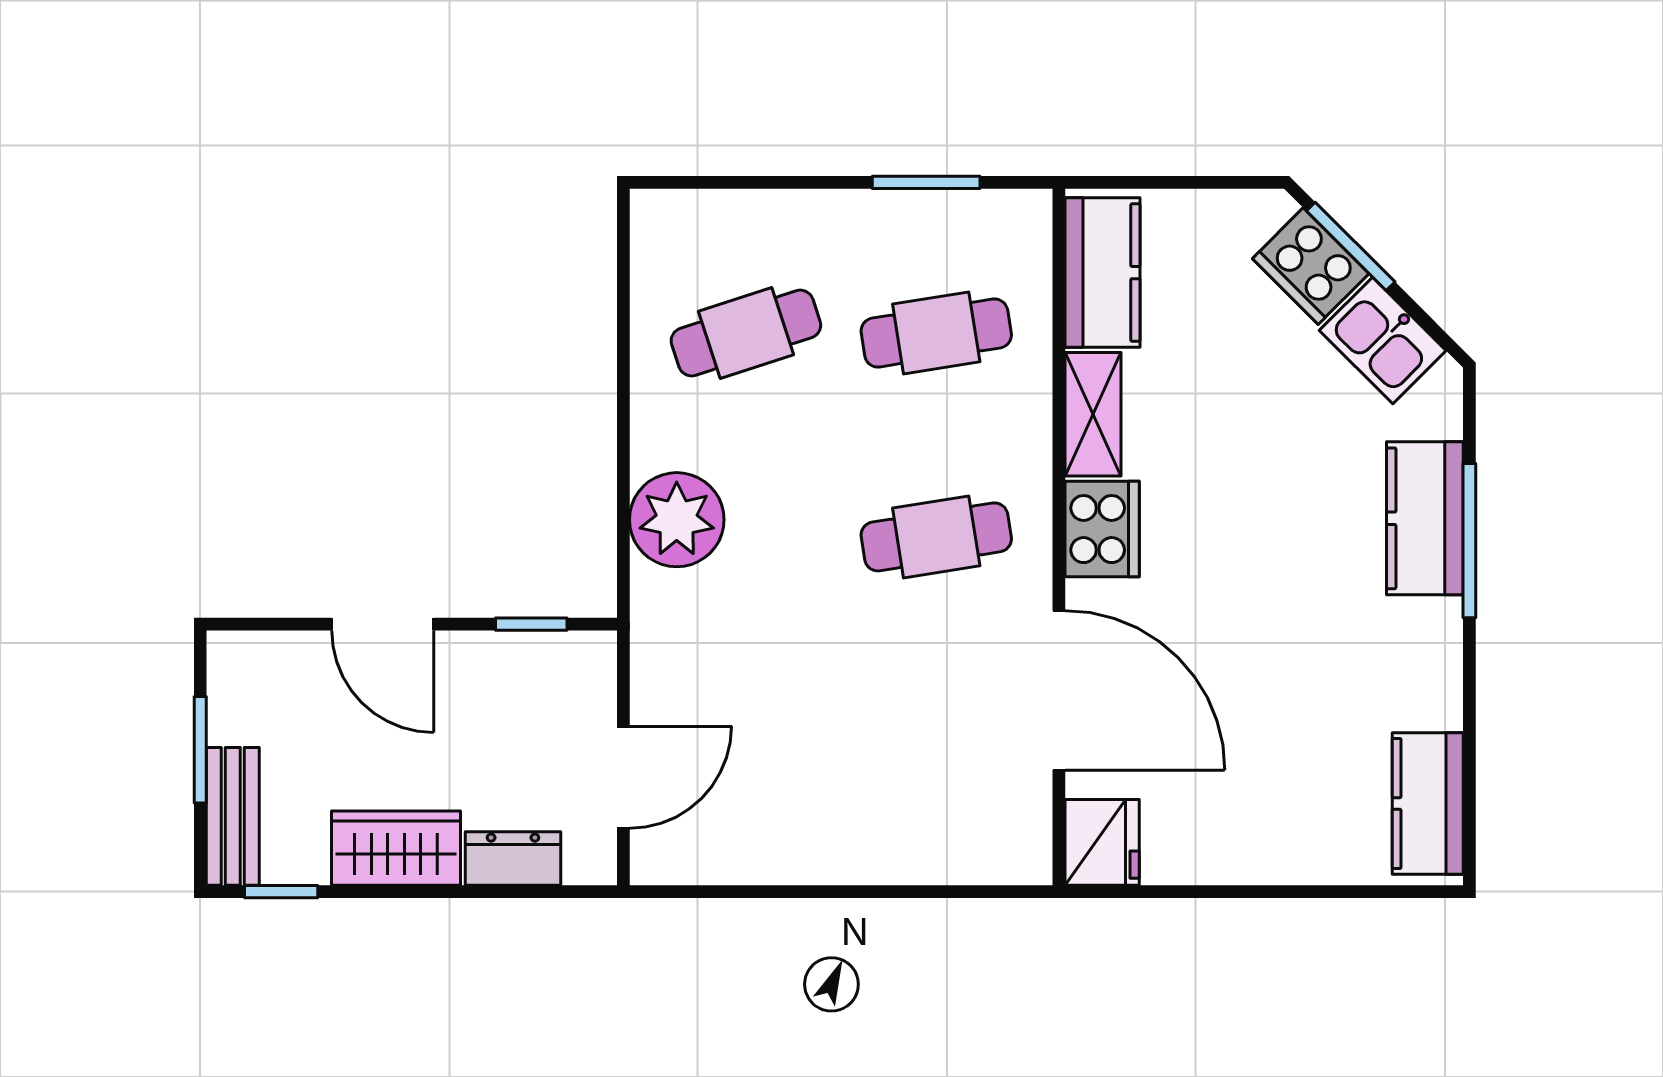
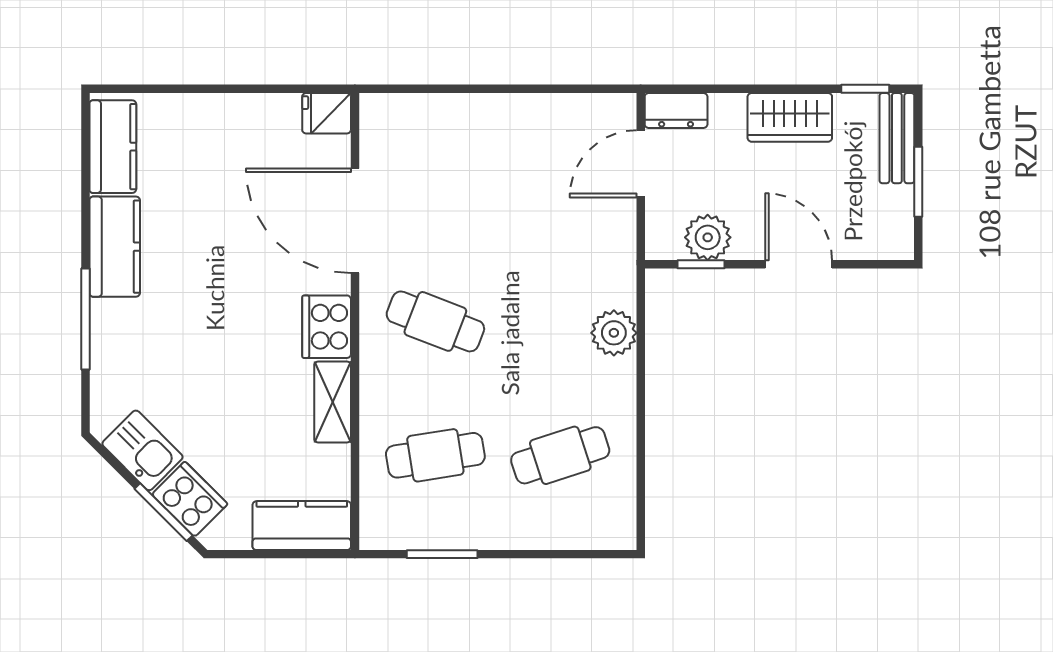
kitchen counter: (1102, 273) -> (302, 526), moved, turned 90
kitchen counter: (1425, 518) -> (115, 247), moved
plant: (677, 520) -> (614, 333), width x0.73, depth x0.73
cafe table: (936, 537) -> (435, 321), turned 30
plant: (521, 665) -> (708, 237), added
fridge: (1102, 842) -> (327, 113), width x0.72
dresser: (513, 859) -> (676, 110), moved

